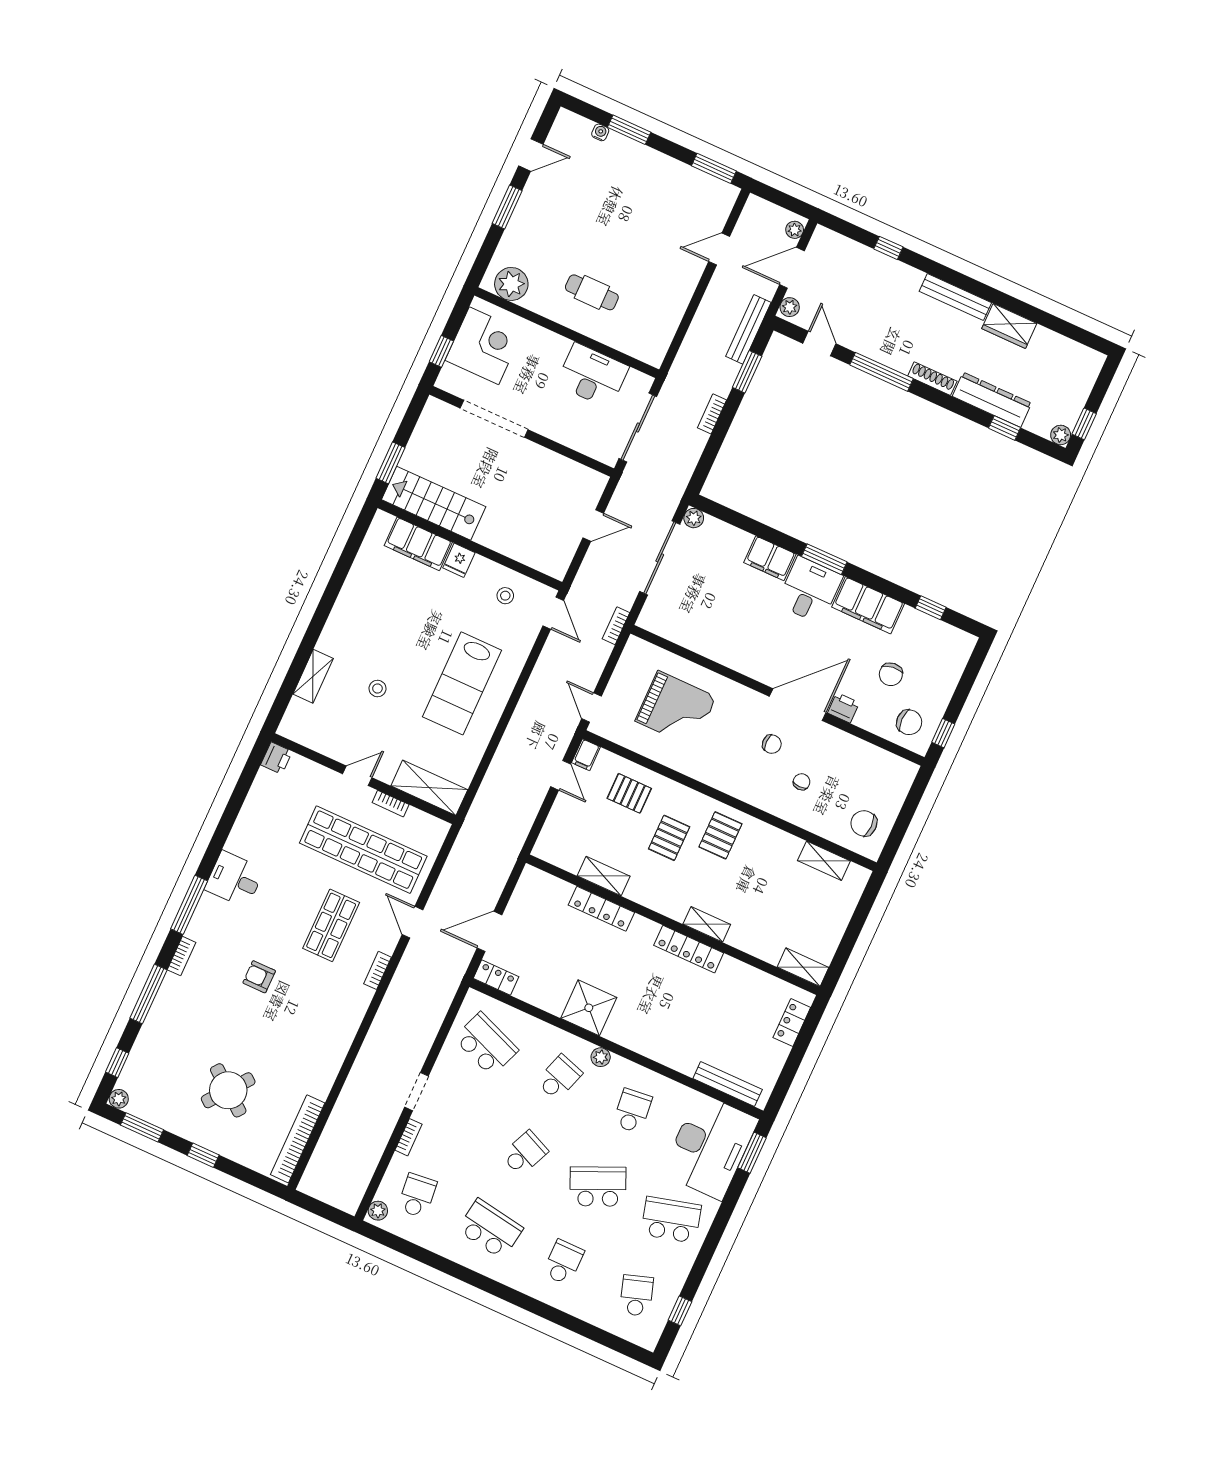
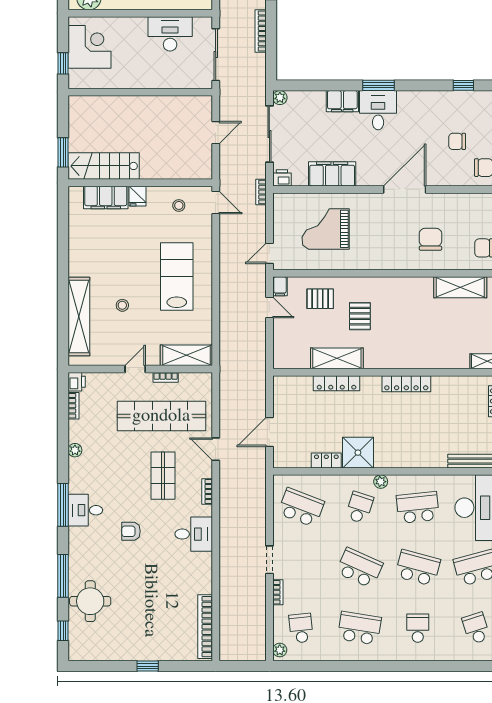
bookcase: (712, 414) -> (261, 31), width x1.56
doorway: (494, 419) -> (118, 92), removed
filing cabinet: (868, 605) -> (332, 174), moved, turned 180
chair: (891, 674) -> (457, 141), turned 97
shelving: (313, 676) -> (79, 317), width x2.20, depth x1.33
lab bench: (462, 683) -> (177, 276), turned 180
door: (592, 707) -> (269, 253), hinge flipped
printer: (843, 708) -> (282, 178), moved
grand piano: (676, 709) -> (326, 229), turned 180
chair: (772, 744) -> (399, 223), removed
chair: (802, 782) -> (431, 239), width x1.87, depth x1.87
pallet: (720, 835) -> (393, 299), removed
shelving: (824, 861) -> (460, 287), width x1.50, depth x1.33
shelving: (604, 876) -> (337, 358), width x1.50, depth x1.33
desk: (234, 879) -> (85, 510), moved
shelving: (707, 924) -> (411, 362), removed
bookcase: (182, 956) -> (73, 406), moved
locker: (496, 978) -> (326, 461), moved
desk: (336, 1016) -> (194, 534), added
round table: (228, 1090) -> (90, 601), moved, turned -38
plant: (119, 1099) -> (75, 450), moved
school desk: (632, 1111) -> (418, 507), width x1.85
window: (142, 1127) -> (99, 666), removed
school desk: (525, 1153) -> (359, 568), width x1.85
school desk: (598, 1186) -> (418, 568), turned 39

